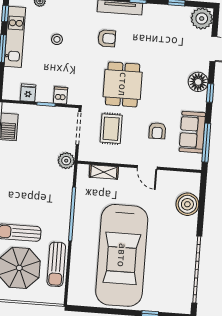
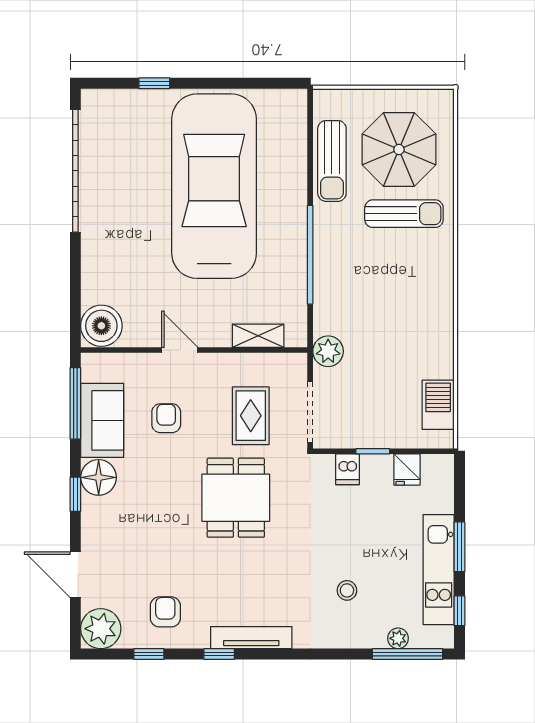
armchair: (107, 38) -> (165, 612), moved, turned 90
stool: (57, 39) -> (347, 590), moved
floor lamp: (198, 82) -> (99, 477), moved
boiler: (187, 204) -> (101, 326), moved
sun lounger: (56, 264) -> (332, 161), turned 180

